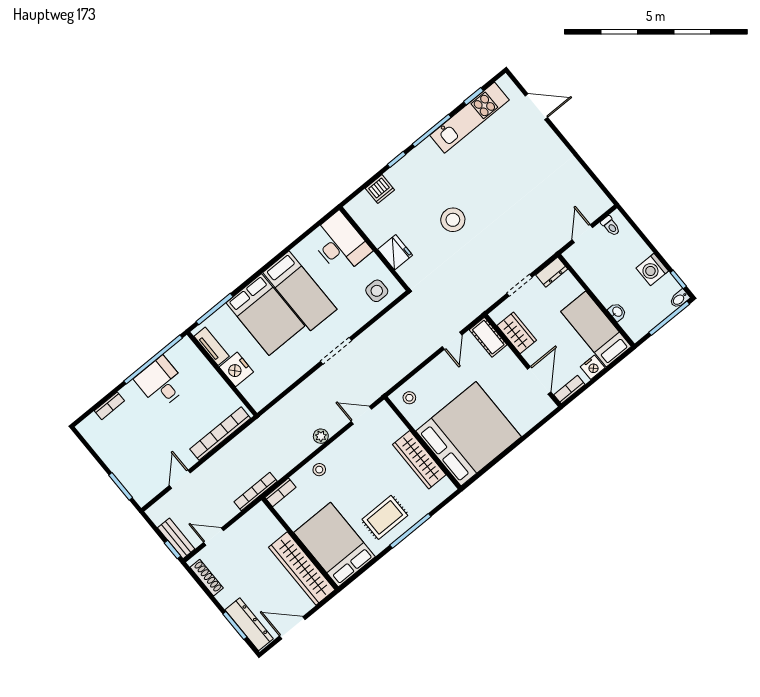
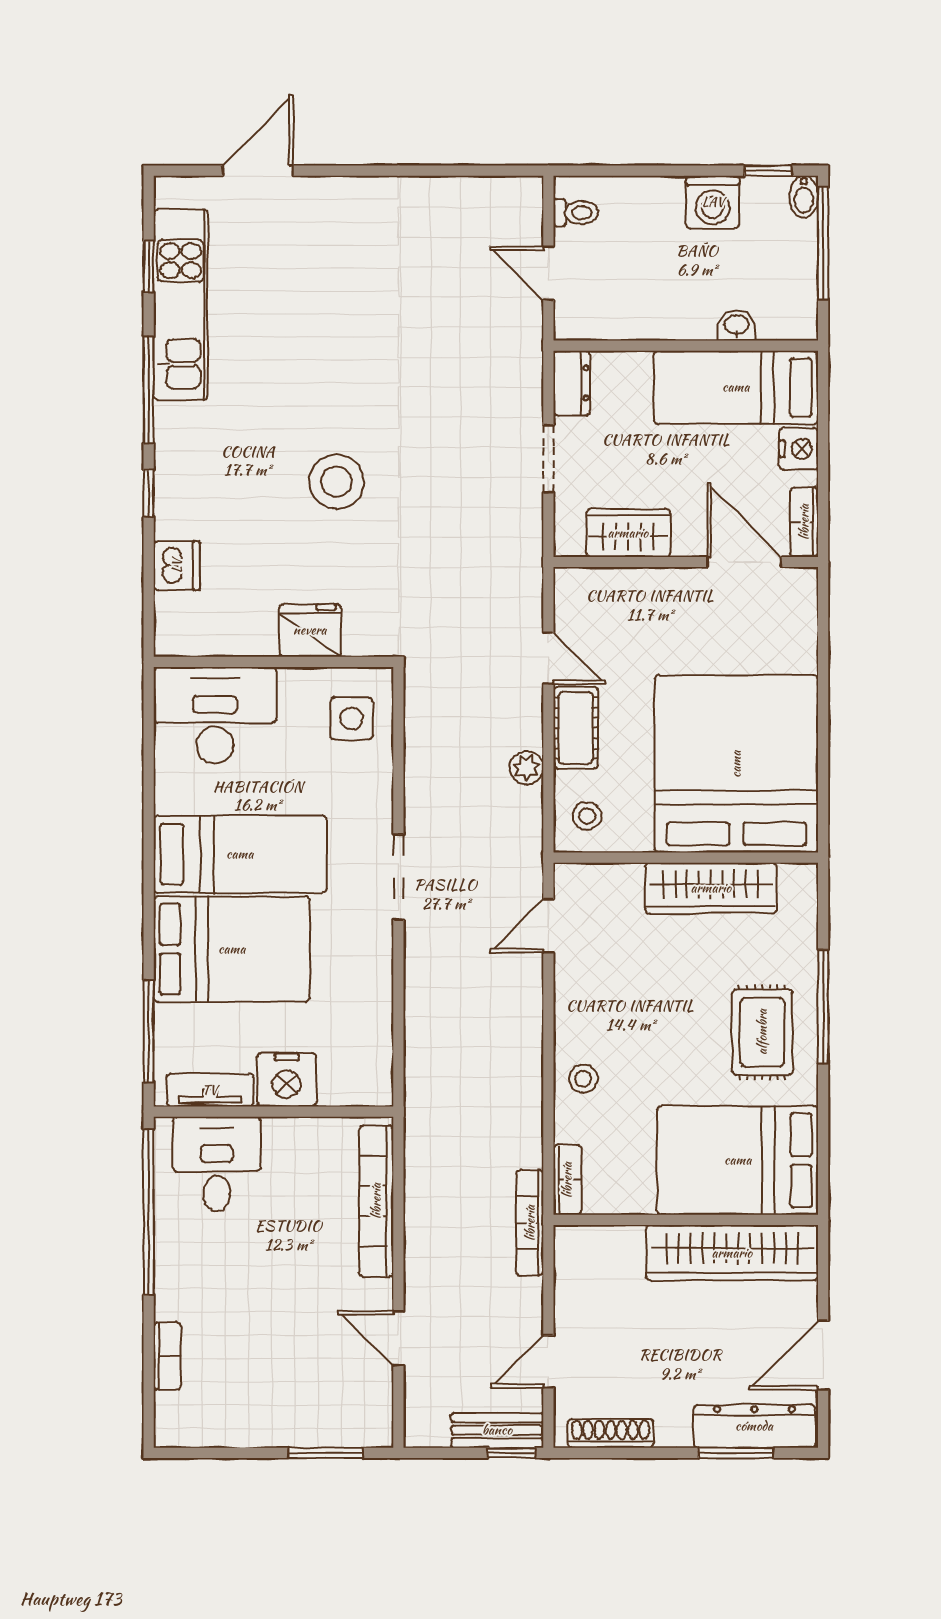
cot: (488, 337) -> (576, 728), moved, turned 90
desk: (161, 383) -> (217, 1164), moved, turned 90
plant: (321, 436) -> (527, 768), moved

